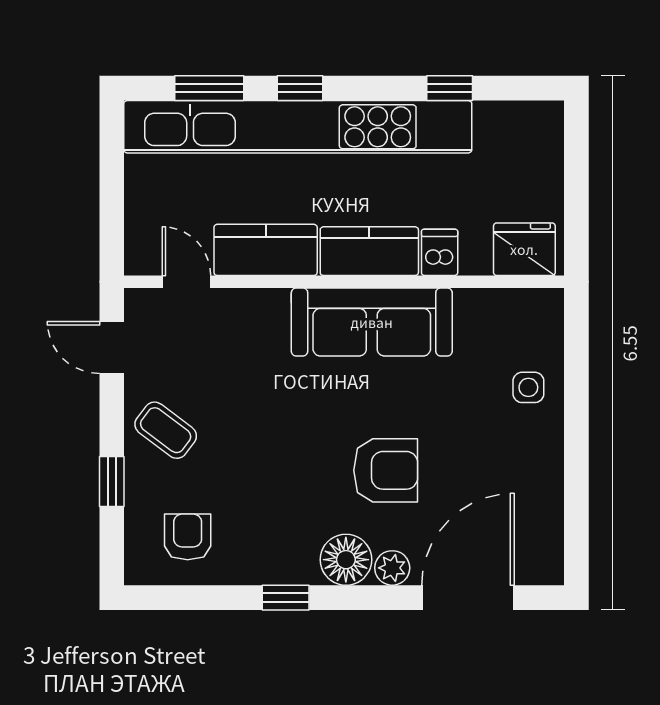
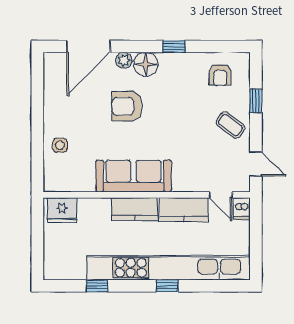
window: (209, 88) -> (210, 286), removed
dishwasher: (440, 252) -> (242, 209), moved

